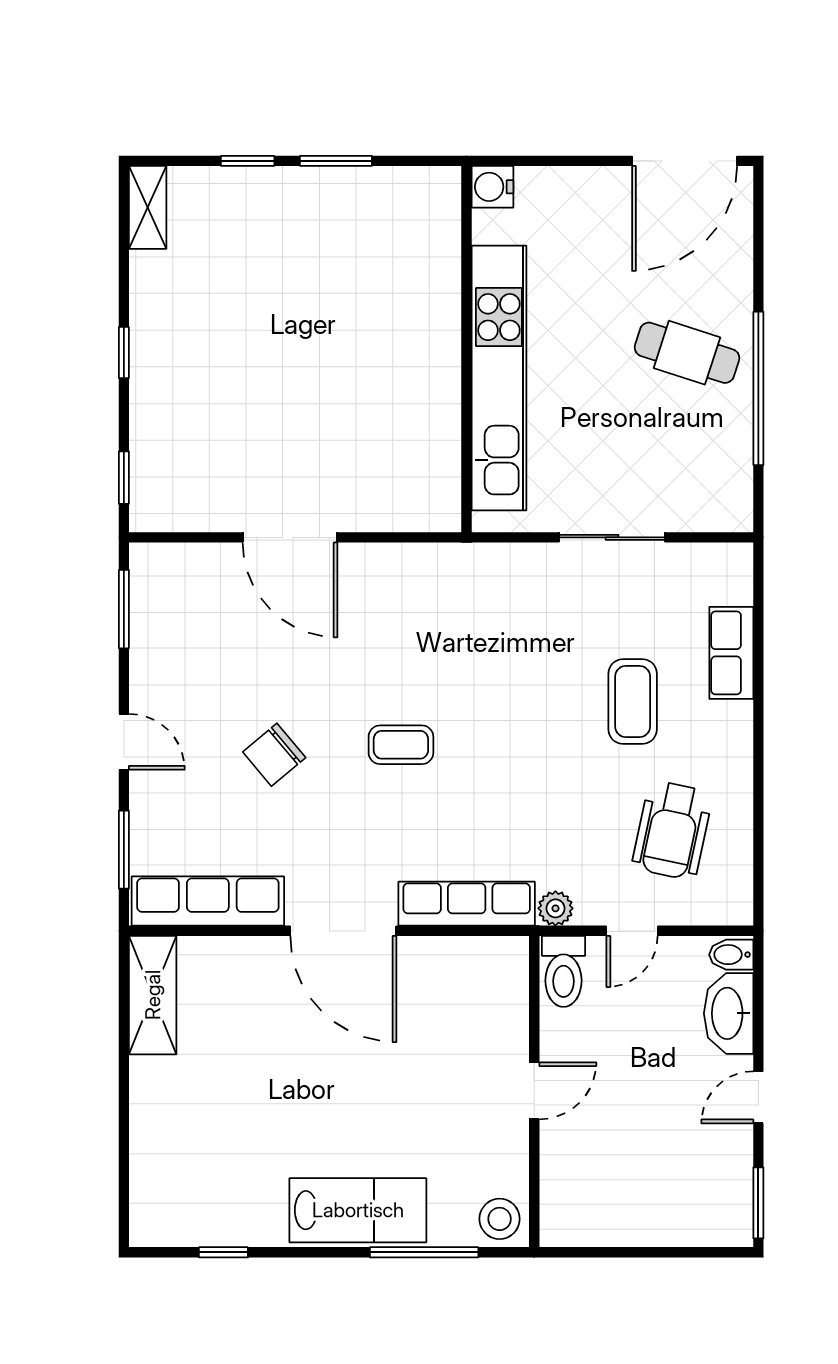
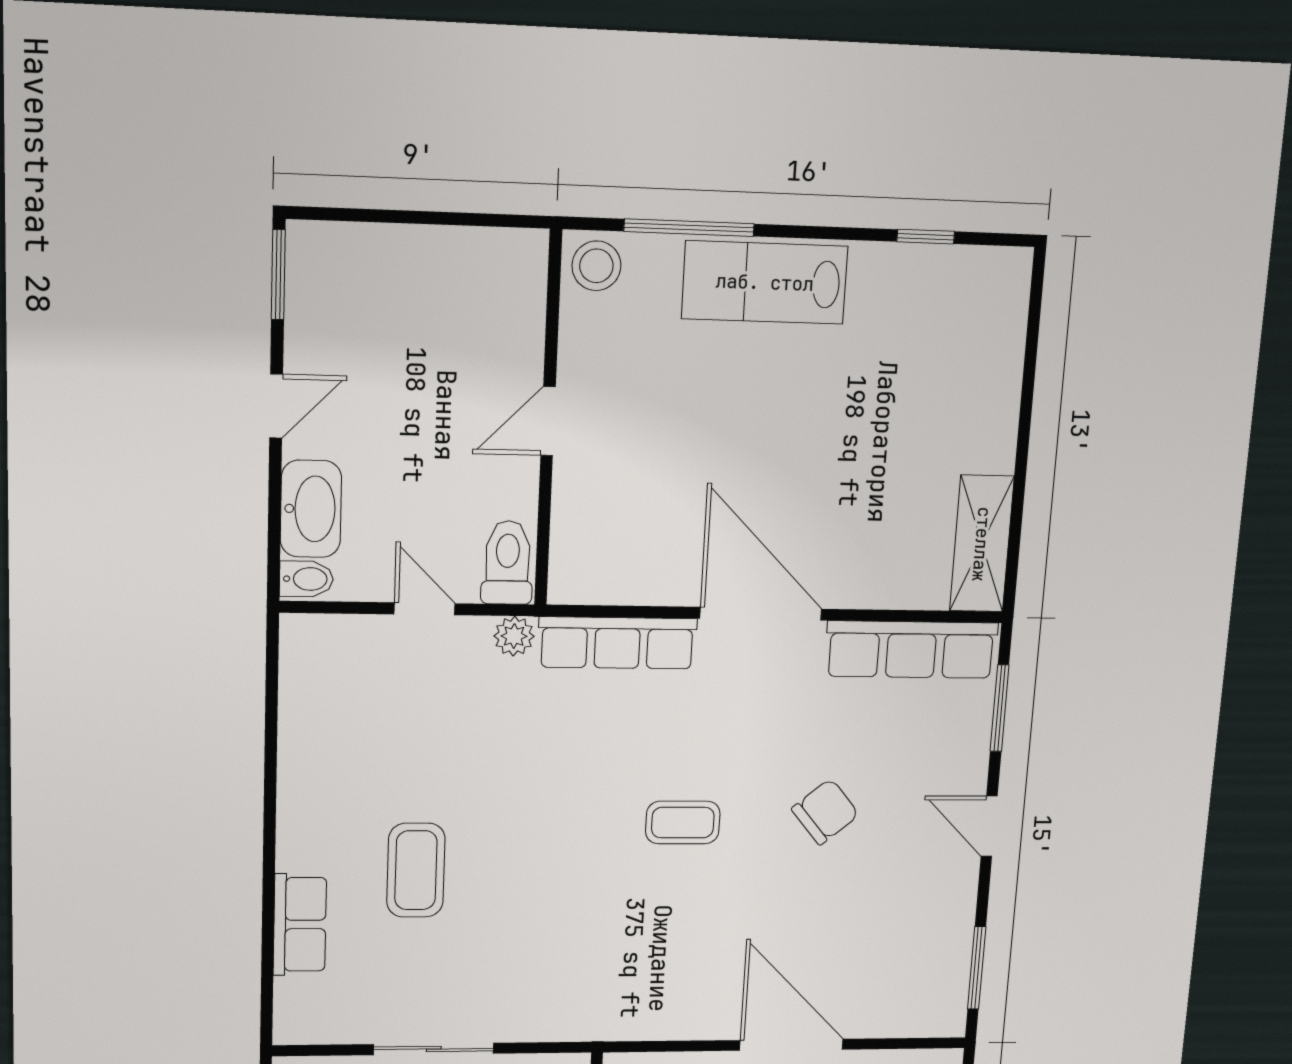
wheelchair: (672, 830) -> (374, 725), removed
door: (632, 931) -> (425, 609), hinge flipped

